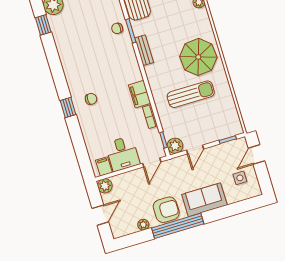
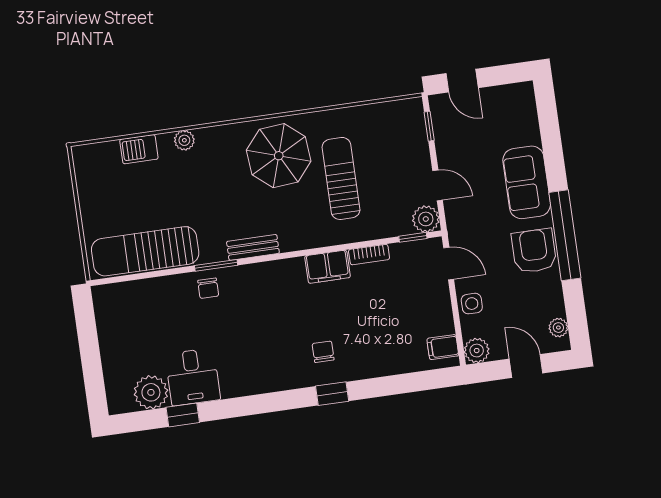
desk: (122, 154) -> (193, 377), moved, turned 90
side table: (240, 178) -> (472, 304), moved
plant: (143, 225) -> (558, 328), moved

